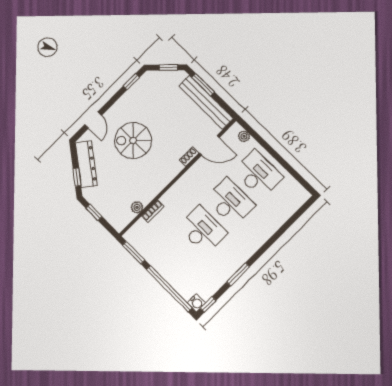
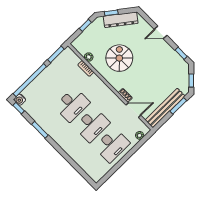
door: (93, 120) -> (161, 32), moved
spiral stairs: (133, 141) -> (119, 58), moved
door: (209, 145) -> (133, 110), swing flipped

